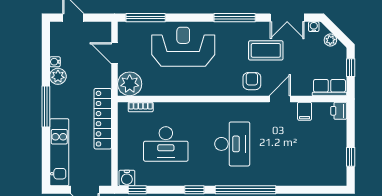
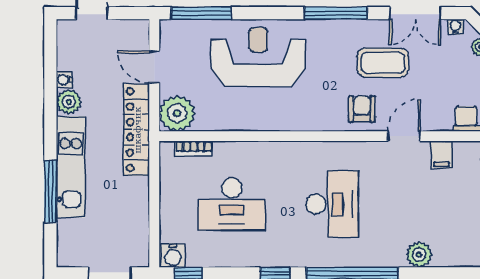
window: (46, 106) -> (50, 191), moved
locker: (103, 119) -> (137, 130), moved
kitchen unit: (59, 152) -> (71, 167), moved
plant: (290, 177) -> (419, 255), added

